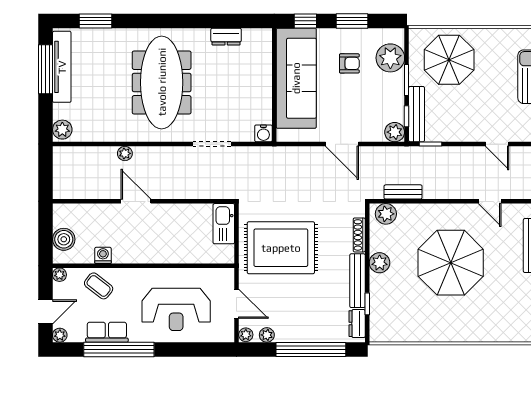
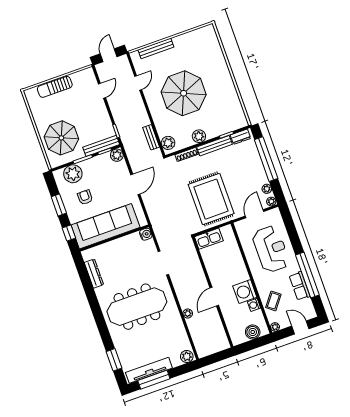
dresser: (226, 37) -> (94, 274), width x1.44
washing machine: (127, 249) -> (245, 292), added
plant: (60, 335) -> (311, 314), removed

